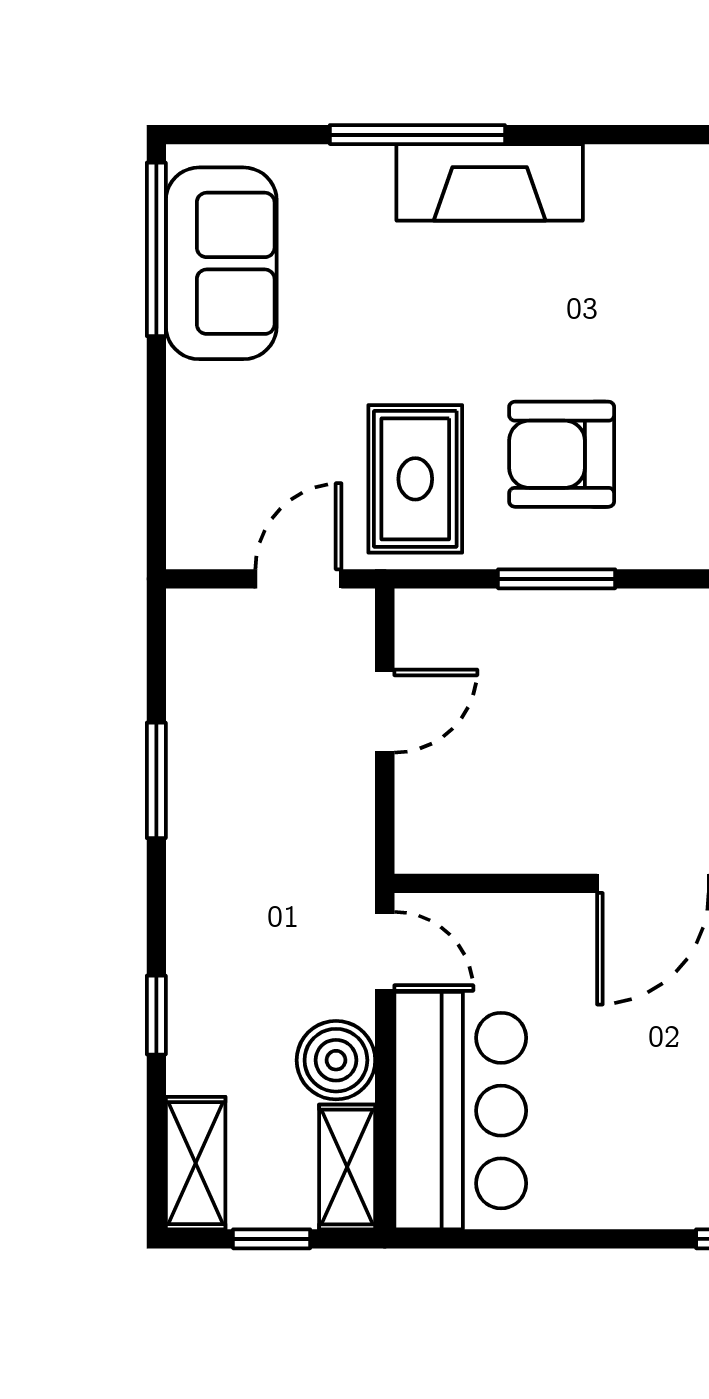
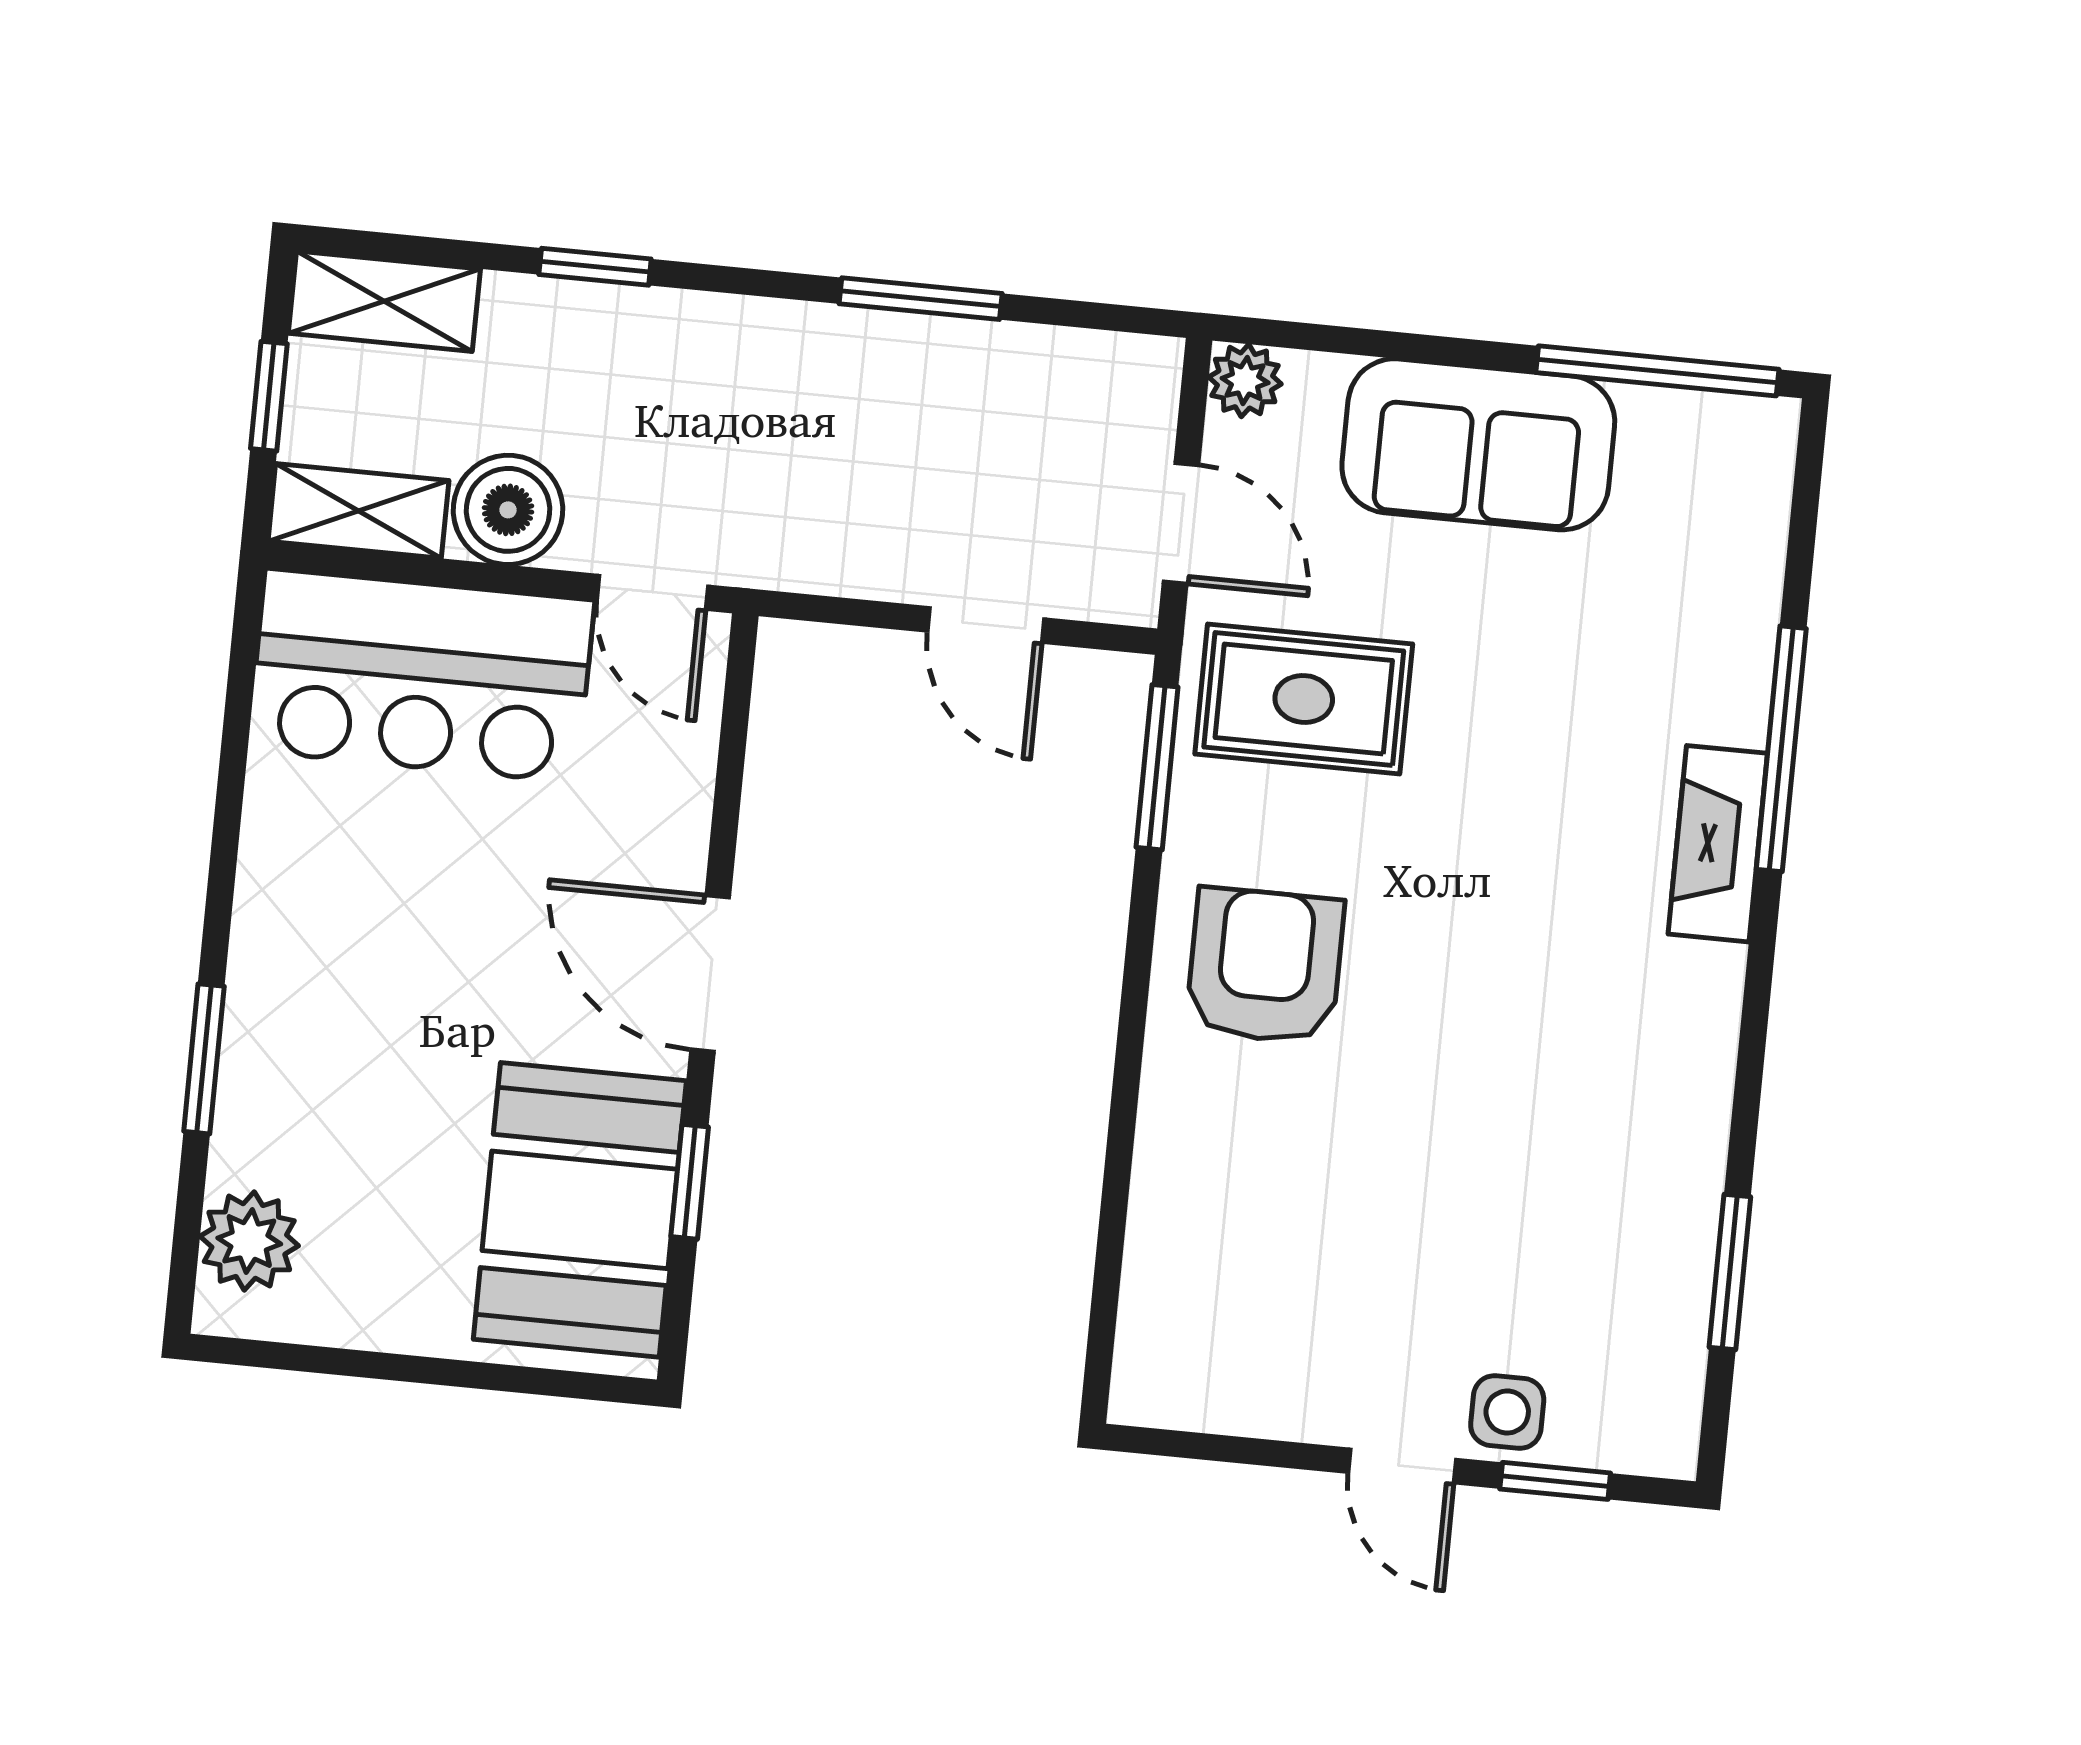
fireplace: (490, 182) -> (1718, 844), width x0.73, depth x0.76
sofa: (221, 263) -> (1478, 444), moved
armchair: (562, 454) -> (1265, 966), moved
plant: (192, 543) -> (1245, 381), added
window: (557, 579) -> (1157, 767), moved
door: (385, 951) -> (652, 592), hinge flipped

